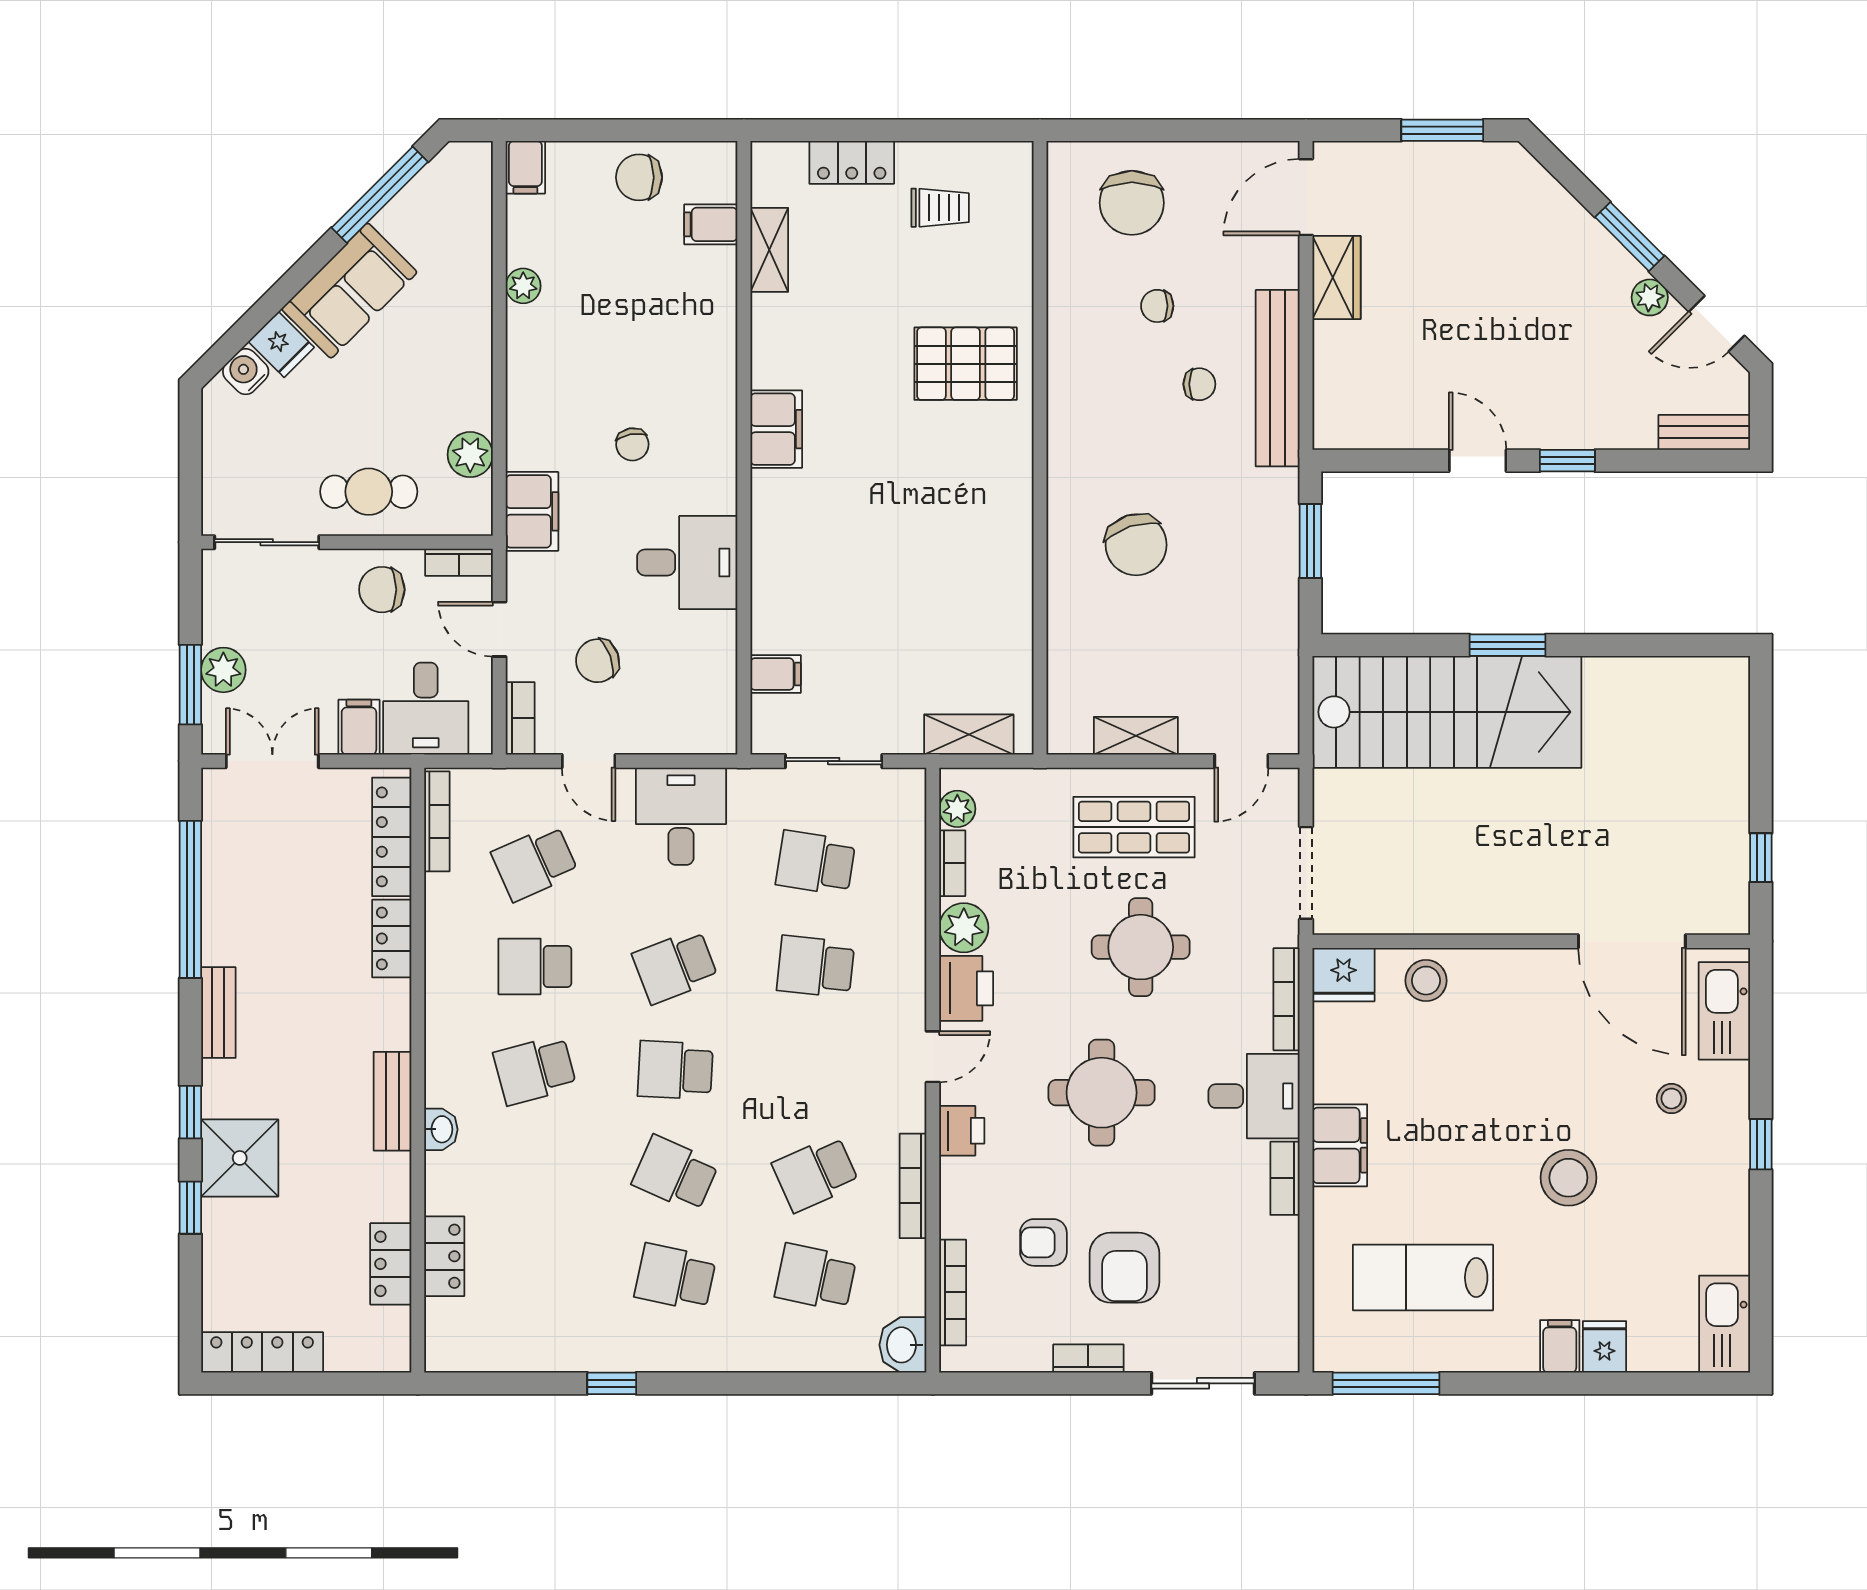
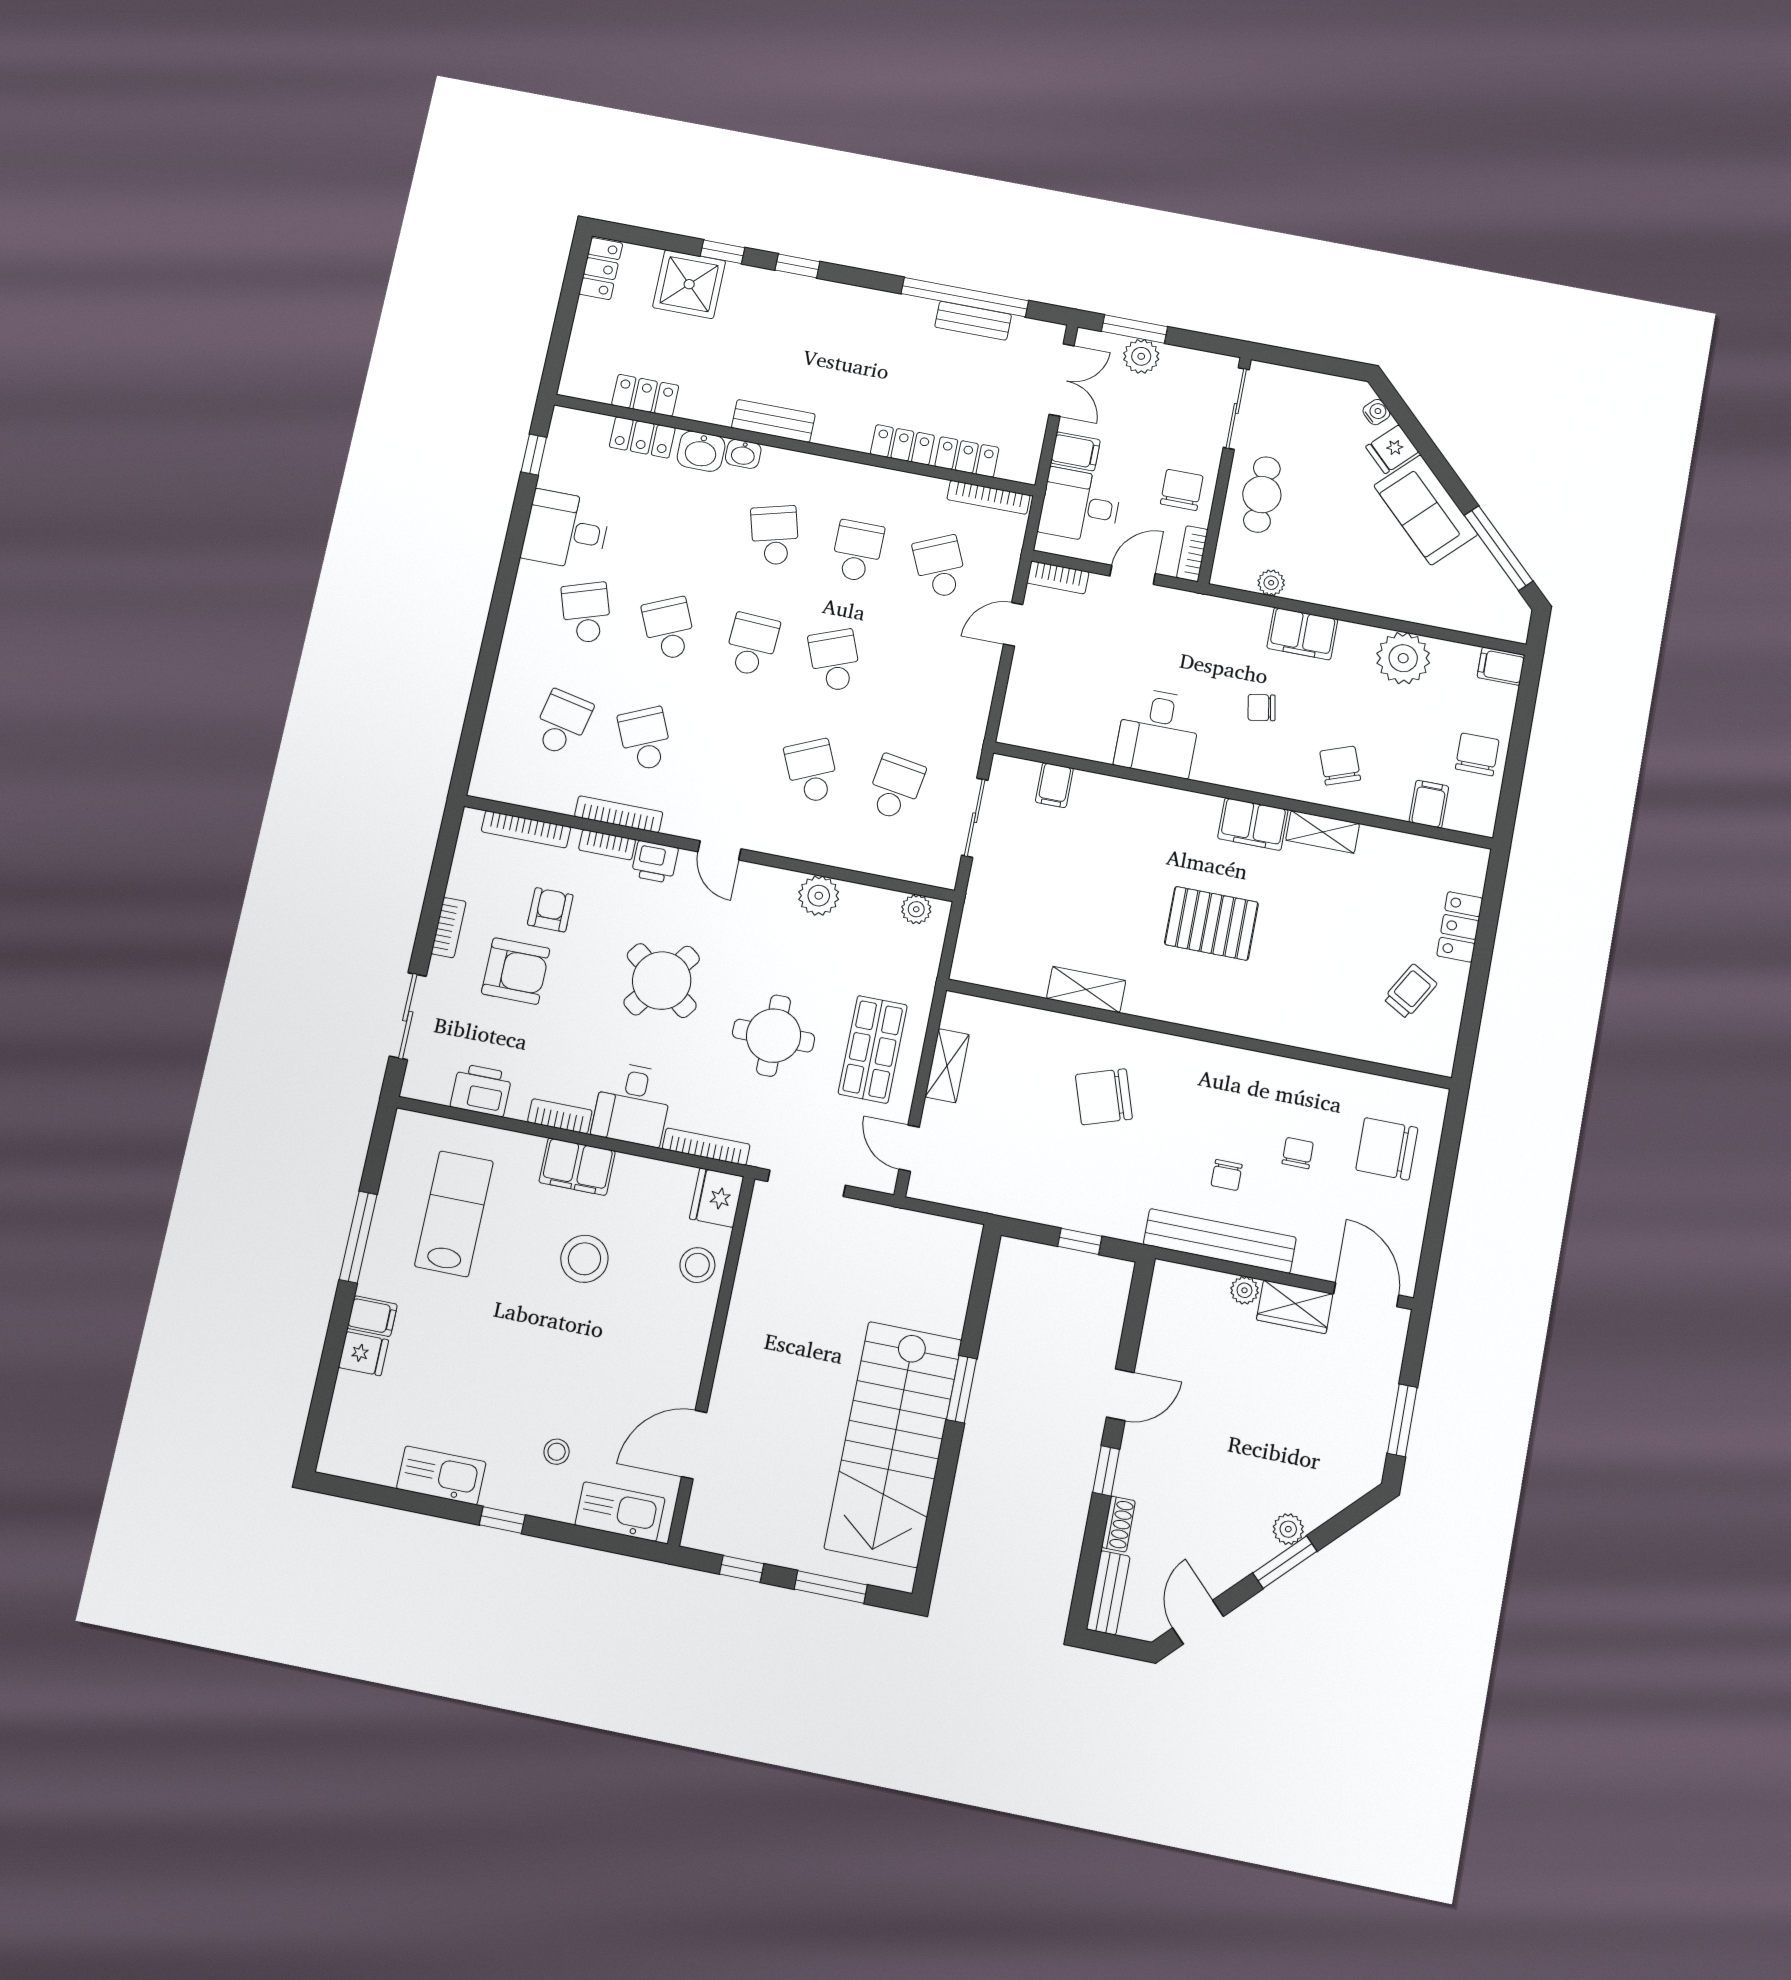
trolley: (940, 208) -> (1410, 991), turned -150
shelving: (769, 250) -> (1323, 832), moved
plant: (523, 286) -> (1403, 658), width x1.87, depth x1.87
plant: (1650, 297) -> (1288, 1529), moved
plant: (1329, 339) -> (1244, 1290), added
pallet: (966, 364) -> (1211, 923), moved, turned 90
water cooler: (246, 372) -> (1376, 412), width x0.72, depth x0.72
shoe rack: (1625, 435) -> (1118, 1524), added
plant: (470, 455) -> (1271, 583), width x0.73, depth x0.73
filing cabinet: (532, 511) -> (1302, 634), moved
window: (1310, 541) -> (1080, 1241), width x0.67
chair: (598, 661) -> (1340, 766), moved
stairs: (1447, 712) -> (893, 1444), moved
shelving: (969, 735) -> (1086, 990), moved, turned 90
window: (1761, 751) -> (831, 1587), added
desk: (681, 816) -> (566, 530), moved, turned 180
locker: (392, 837) -> (967, 457), width x0.66
bookcase: (952, 863) -> (607, 845), moved
door: (1632, 941) -> (694, 1445), width x0.73
school desk: (816, 966) -> (812, 771), turned -30
printer: (966, 988) -> (481, 1090), moved, turned 180
bench: (218, 1013) -> (973, 321), moved
round table: (1102, 1093) -> (662, 981), turned 37
shower: (240, 1158) -> (689, 284), moved
school desk: (675, 1174) -> (669, 629), turned -48
stool: (1568, 1178) -> (584, 1259), moved
armchair: (1124, 1268) -> (516, 971), turned 180
school desk: (675, 1277) -> (586, 613), turned -30
kitchen sink: (1725, 1324) -> (441, 1475), moved
washbasin: (903, 1345) -> (701, 451), moved, turned 180
locker: (262, 1352) -> (601, 269), width x0.66
window: (612, 1383) -> (534, 455), moved
window: (1386, 1383) -> (358, 1237), moved

